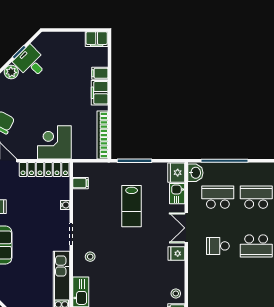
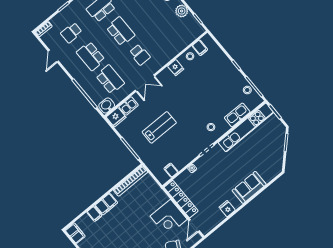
corner desk: (54, 142) -> (169, 218), moved
school desk: (218, 197) -> (110, 79), turned 180
fridge: (176, 253) -> (176, 68), moved

